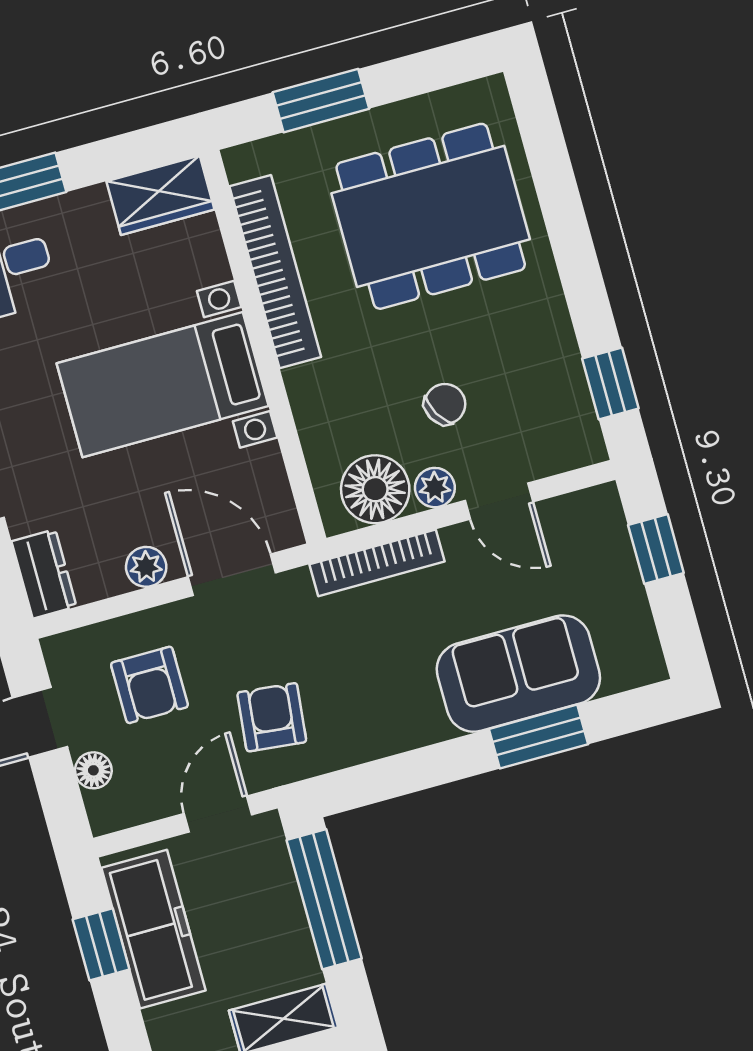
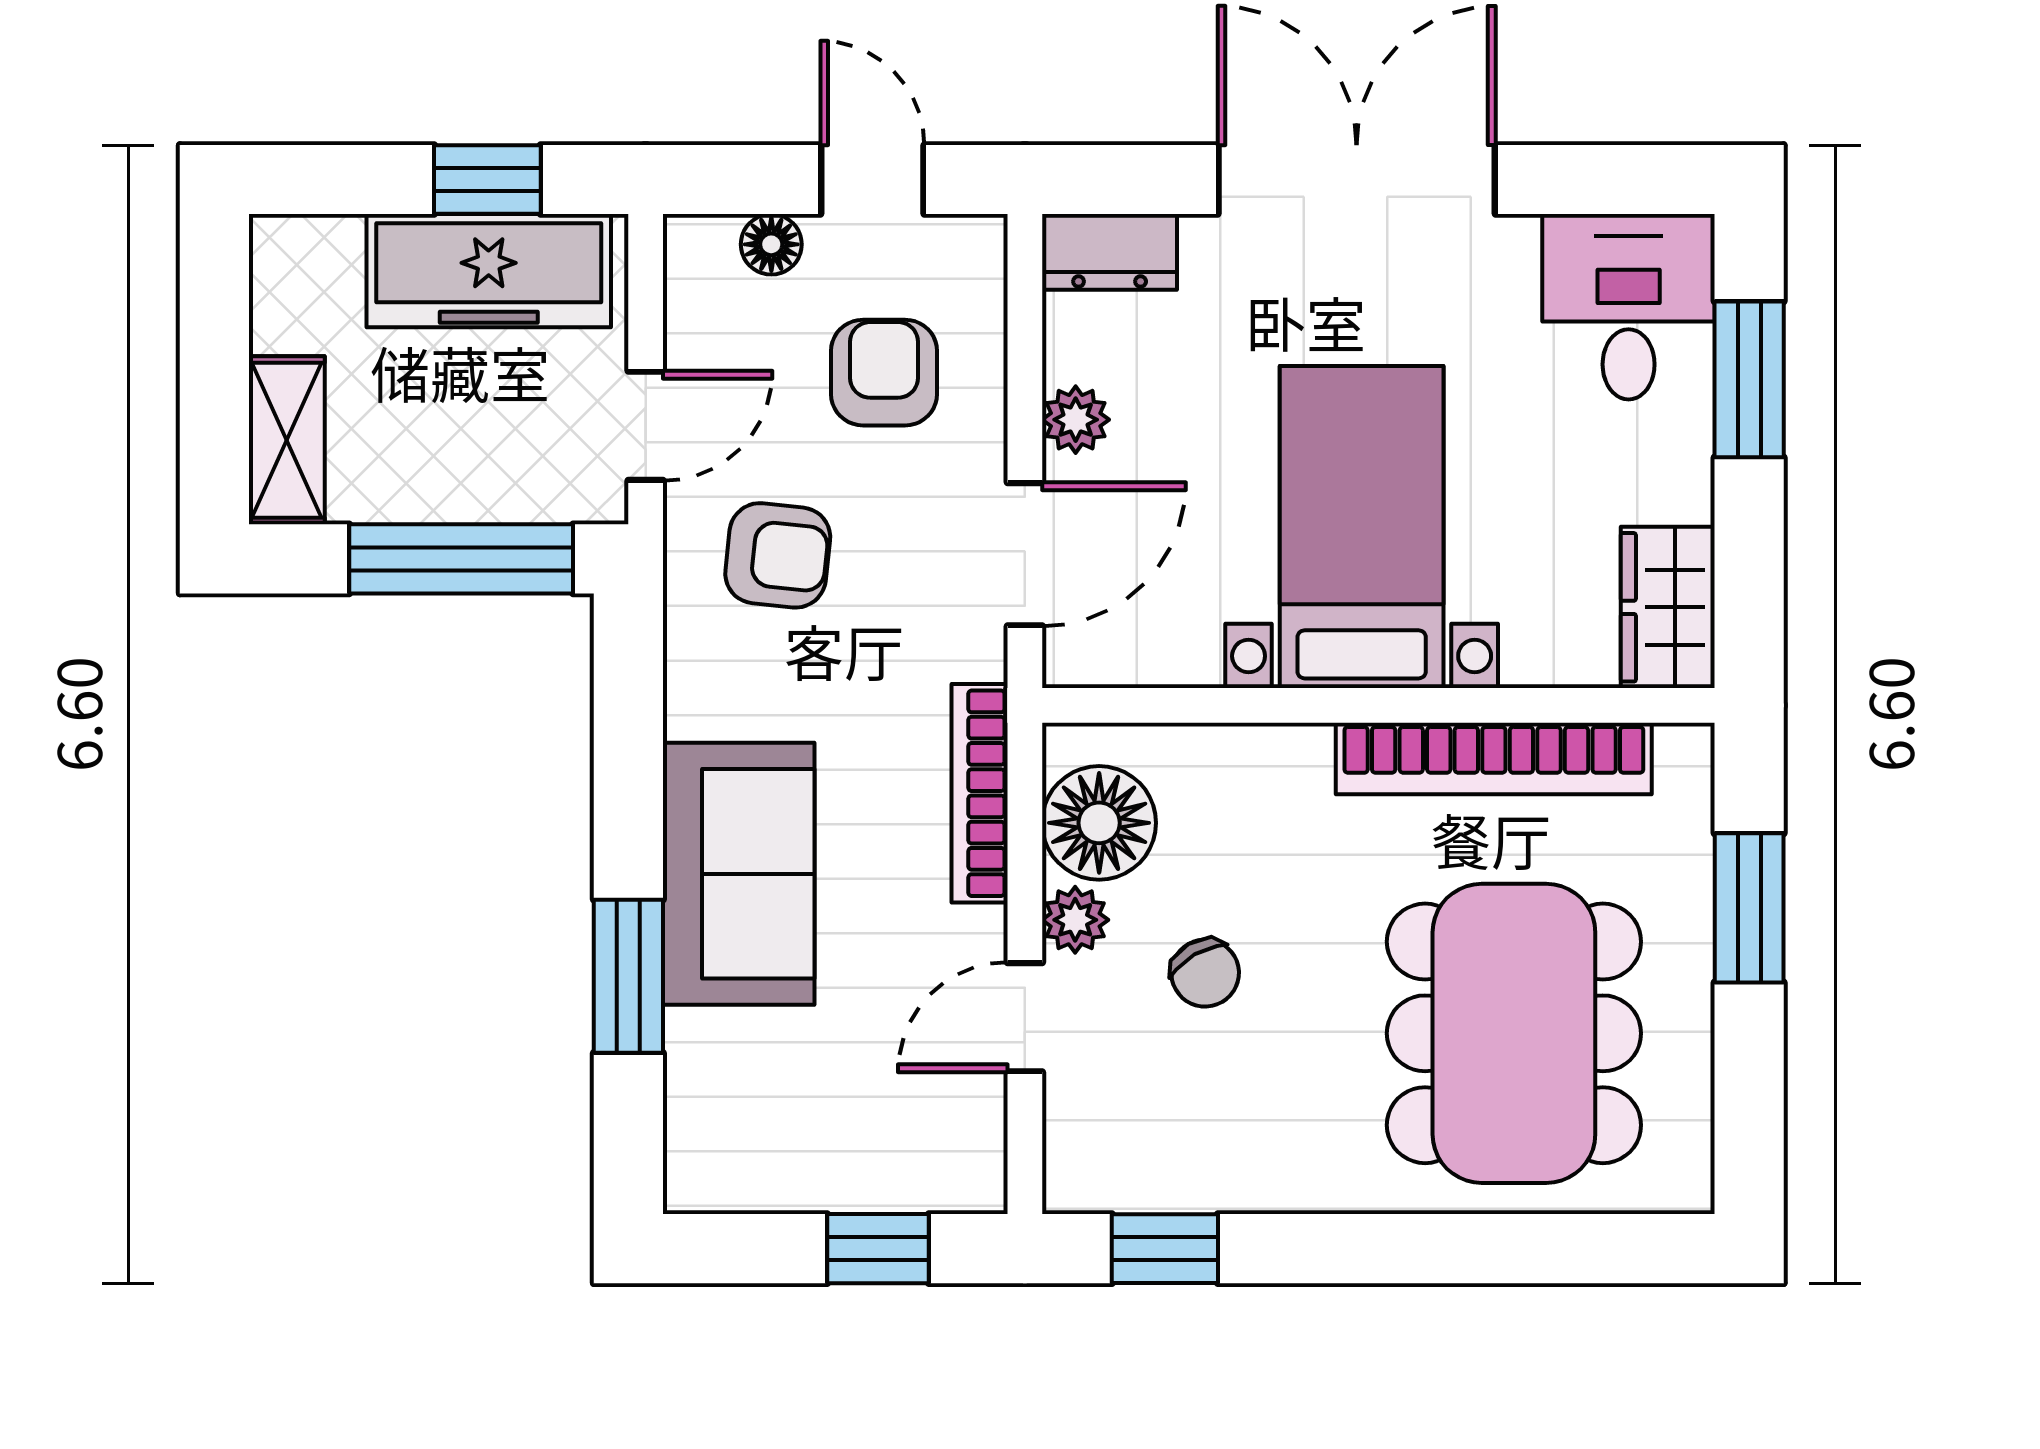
sofa: (518, 674) -> (739, 874), moved
armchair: (149, 685) -> (884, 373), turned 90
door: (218, 814) -> (646, 426), hinge flipped

